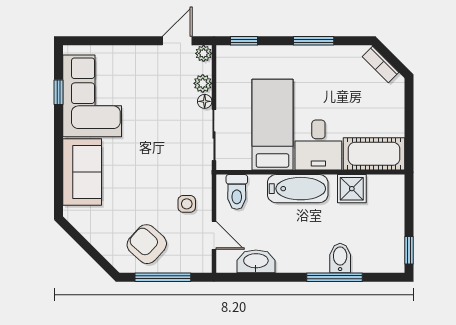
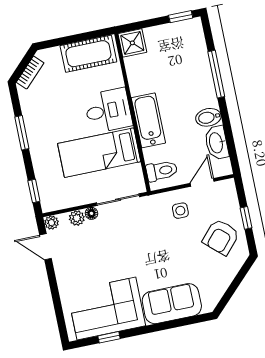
cot: (374, 154) -> (88, 54), moved, turned 90
shower: (352, 189) -> (132, 43), moved
bidet: (340, 258) -> (208, 117), moved
window: (163, 277) -> (246, 218), width x0.46

